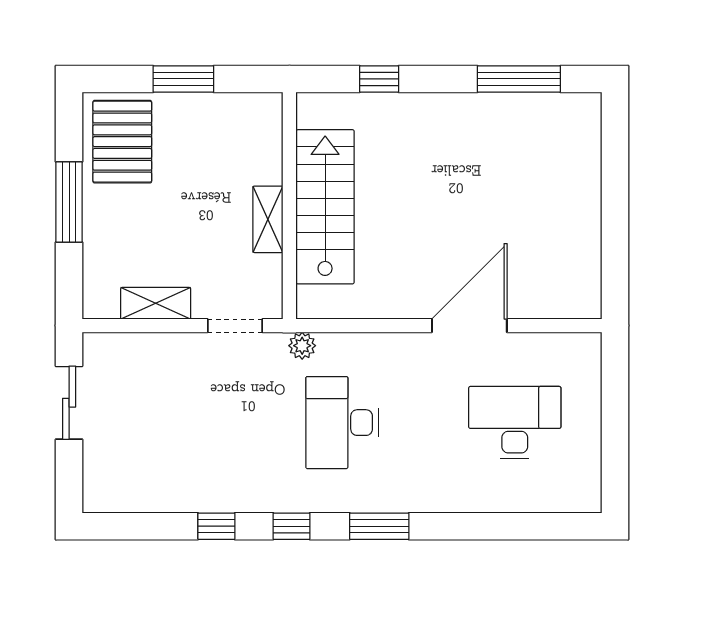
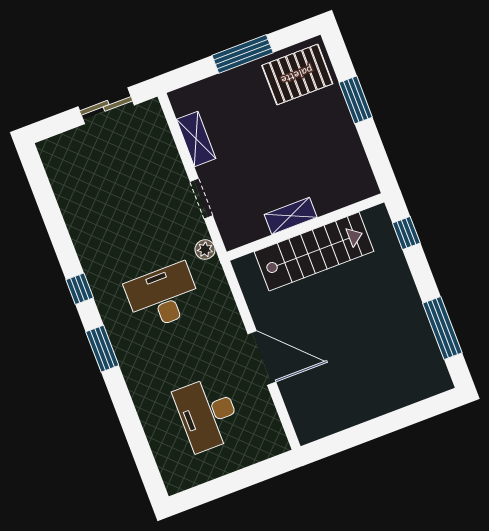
wall: (289, 206) -> (306, 227), moved
stairs: (325, 207) -> (314, 252), moved
shelving: (268, 219) -> (291, 216), moved
desk: (515, 423) -> (208, 414), turned 180
window: (216, 526) -> (60, 238), removed

